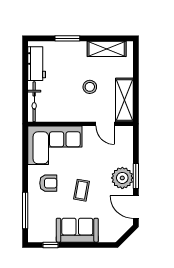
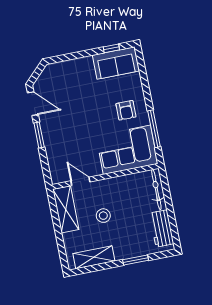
plant: (122, 178) -> (52, 130), removed
armchair: (48, 183) -> (126, 110), turned -90
coffee table: (82, 190) -> (91, 110), removed
window: (25, 211) -> (154, 129), moved
sofa: (77, 230) -> (116, 63), moved

